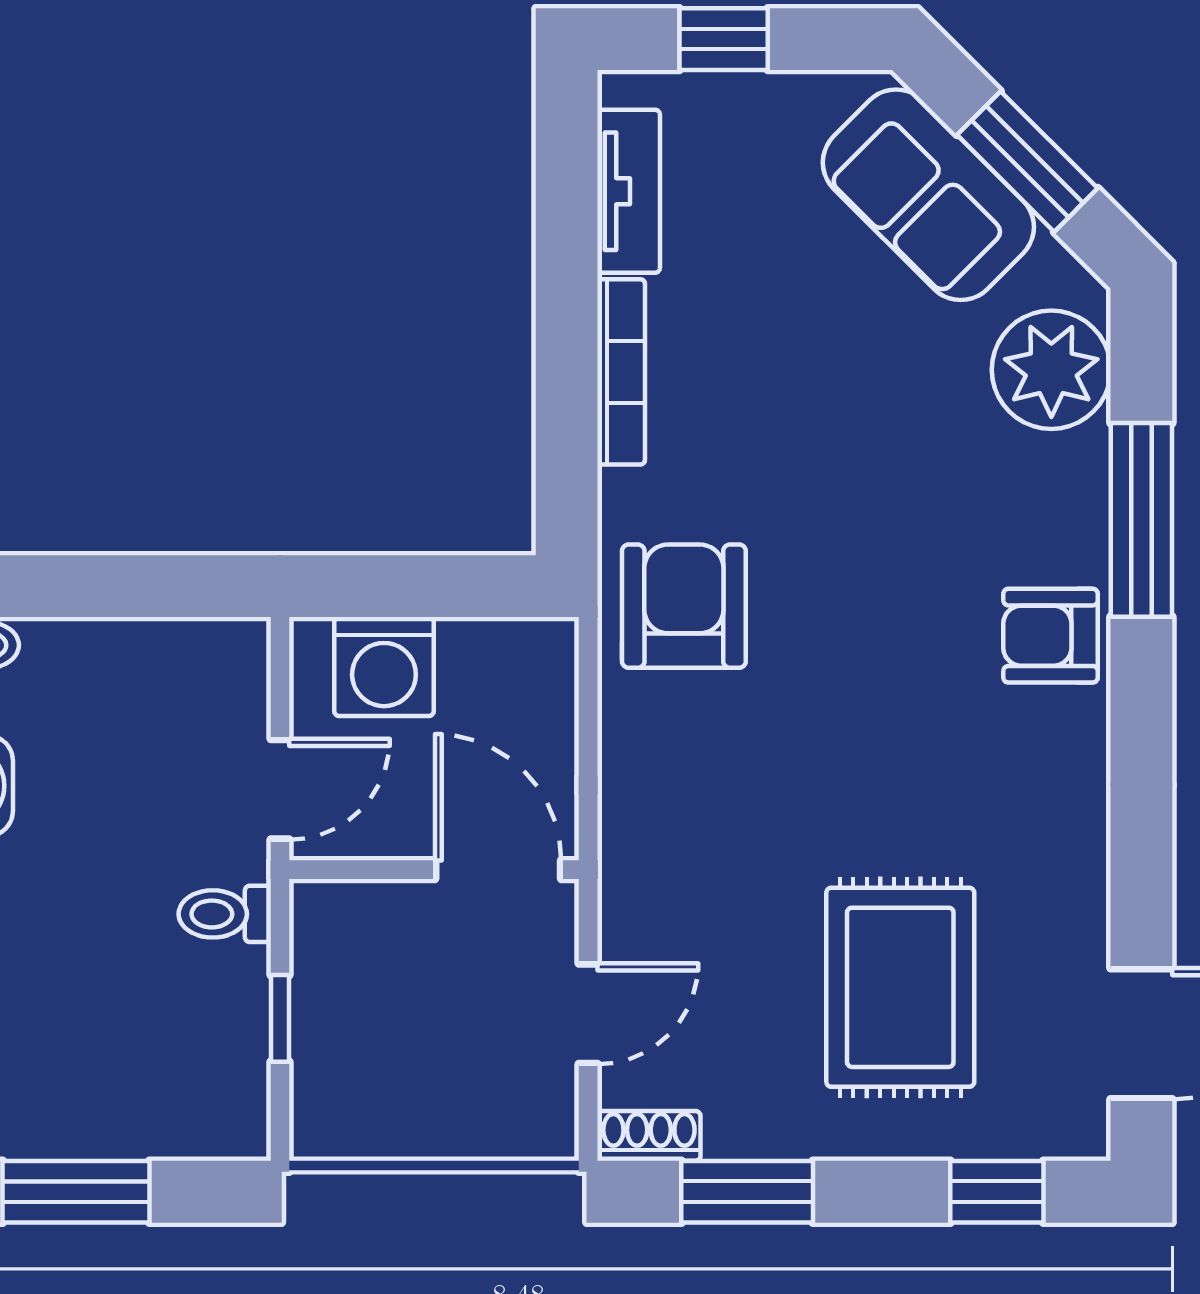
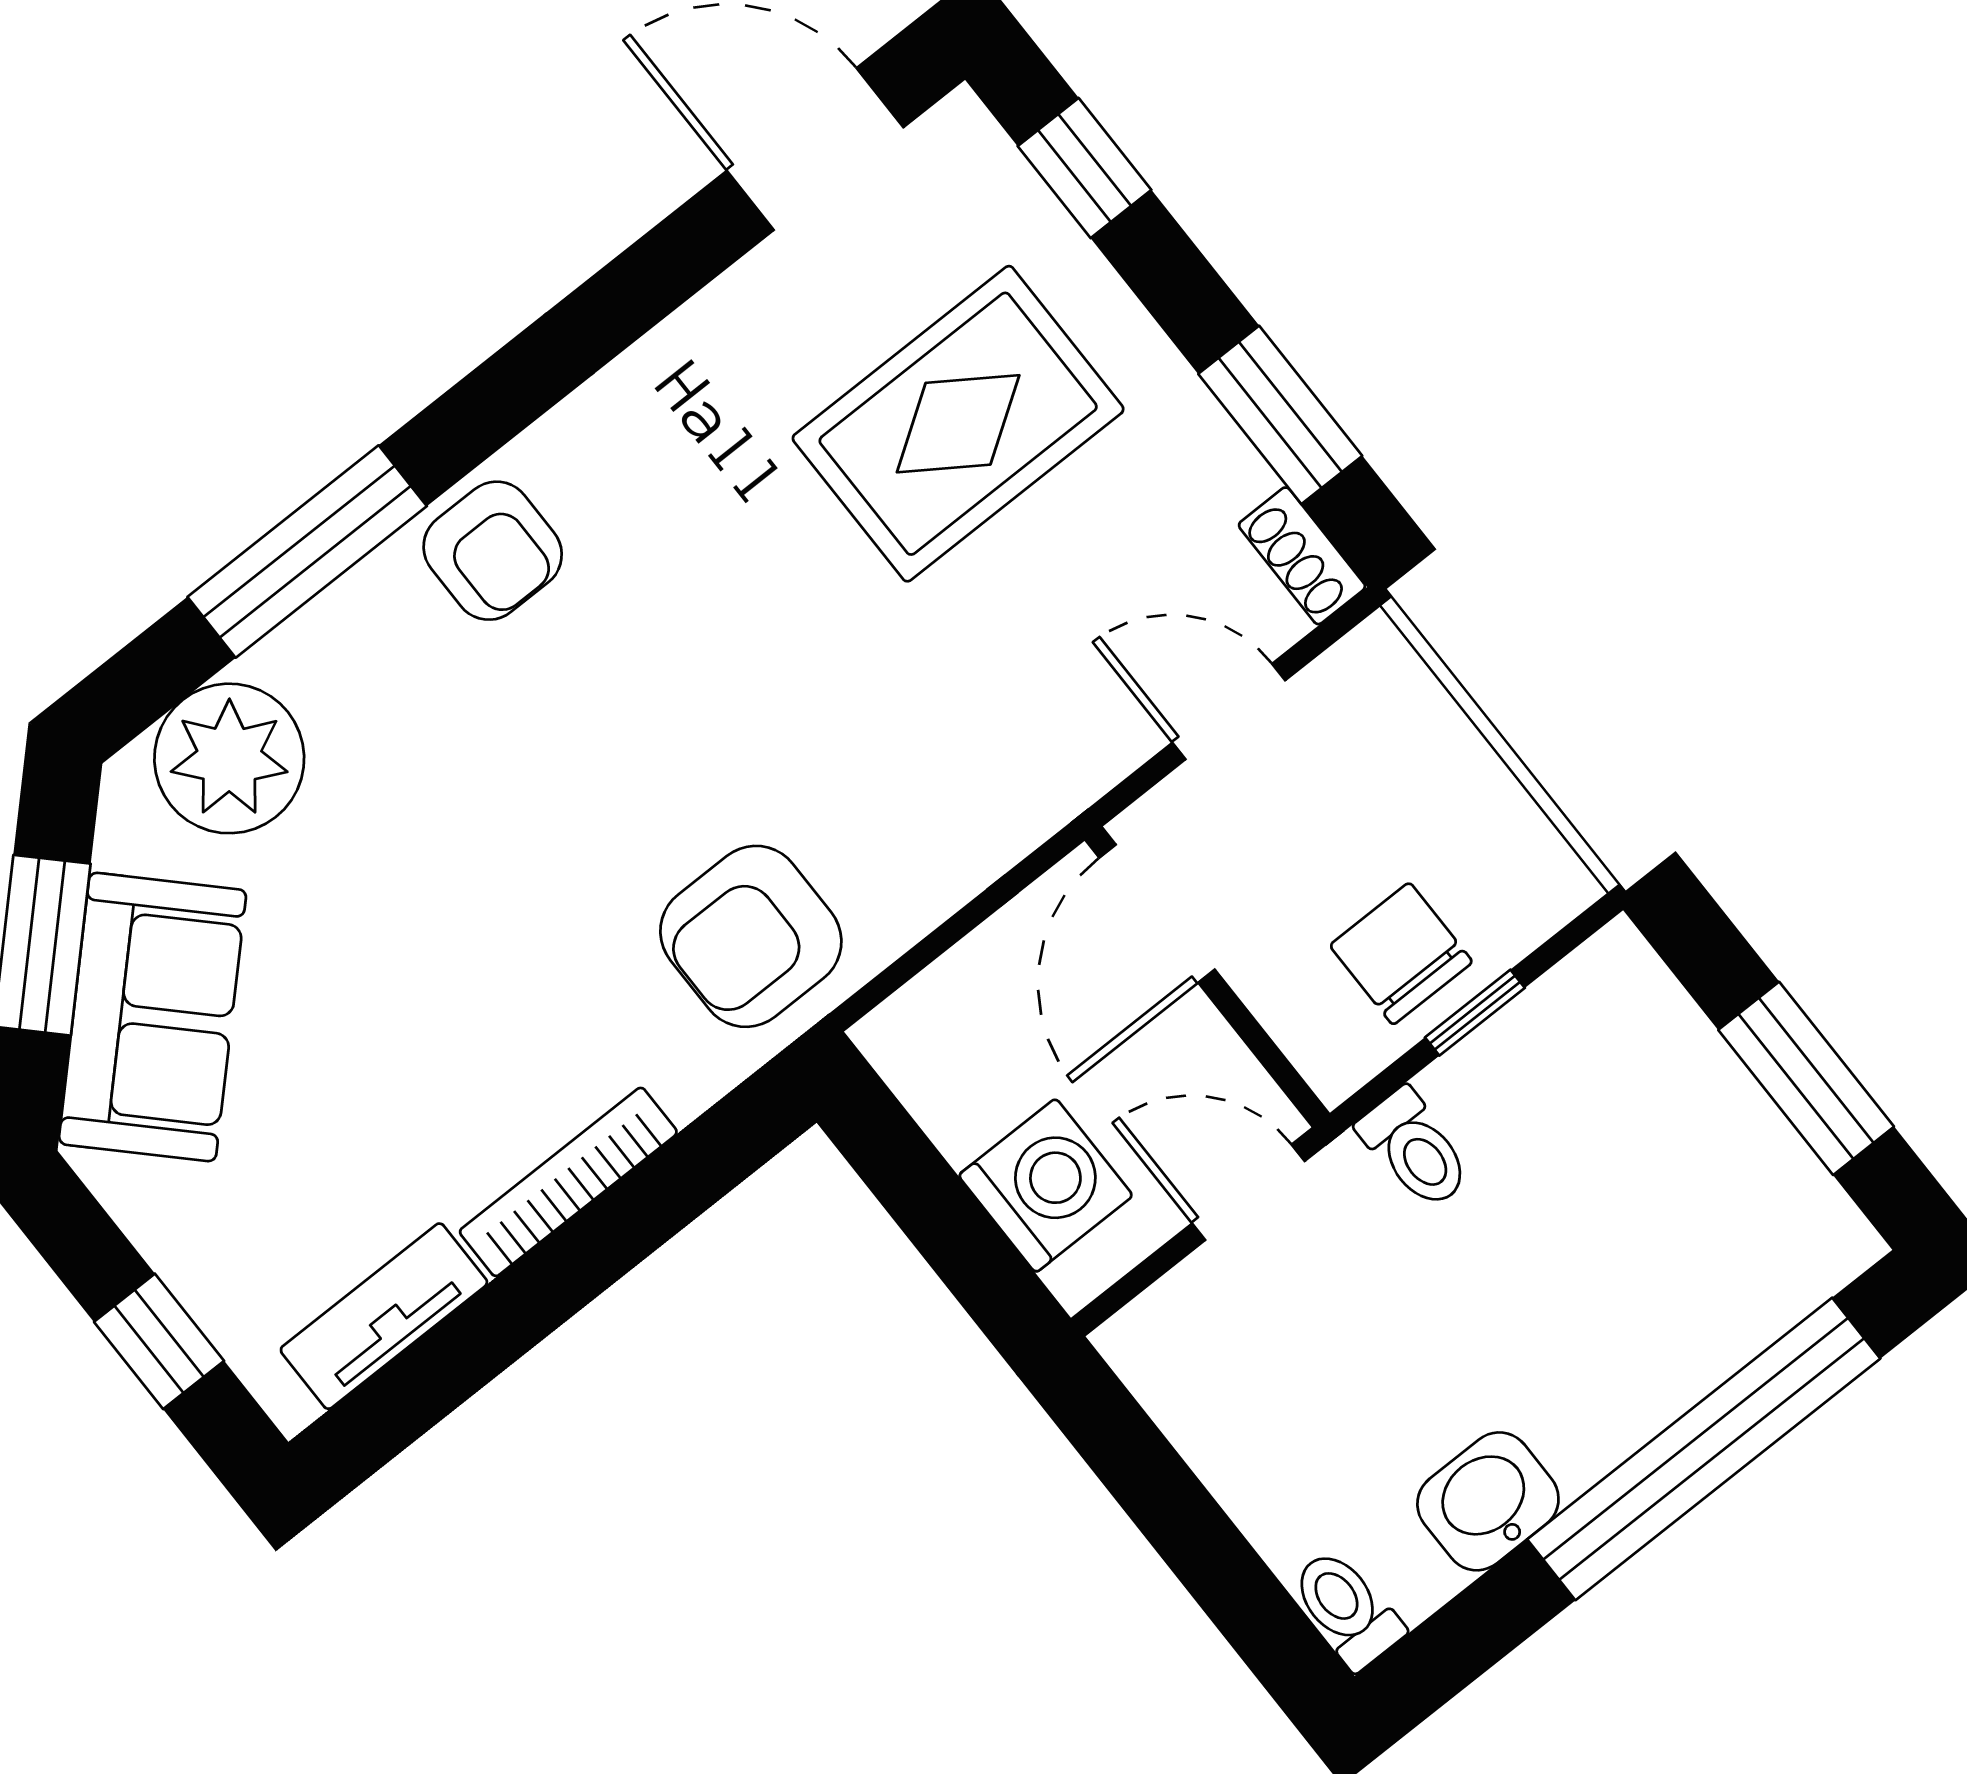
chair: (353, 1002) -> (1401, 954), added

